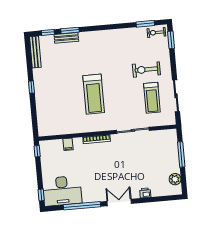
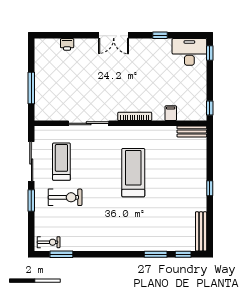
bench: (66, 38) -> (192, 131), moved
window: (171, 40) -> (31, 201), moved
plant: (175, 179) -> (42, 58), removed
desk: (62, 191) -> (189, 52), width x0.73, depth x0.77
printer: (145, 193) -> (67, 44), moved
window: (82, 206) -> (160, 35), width x0.32

